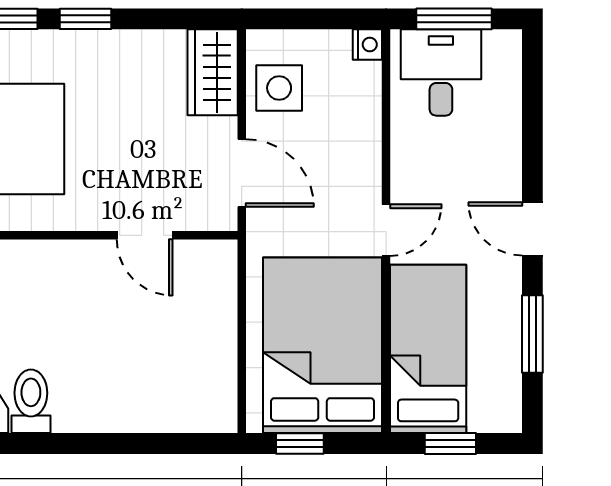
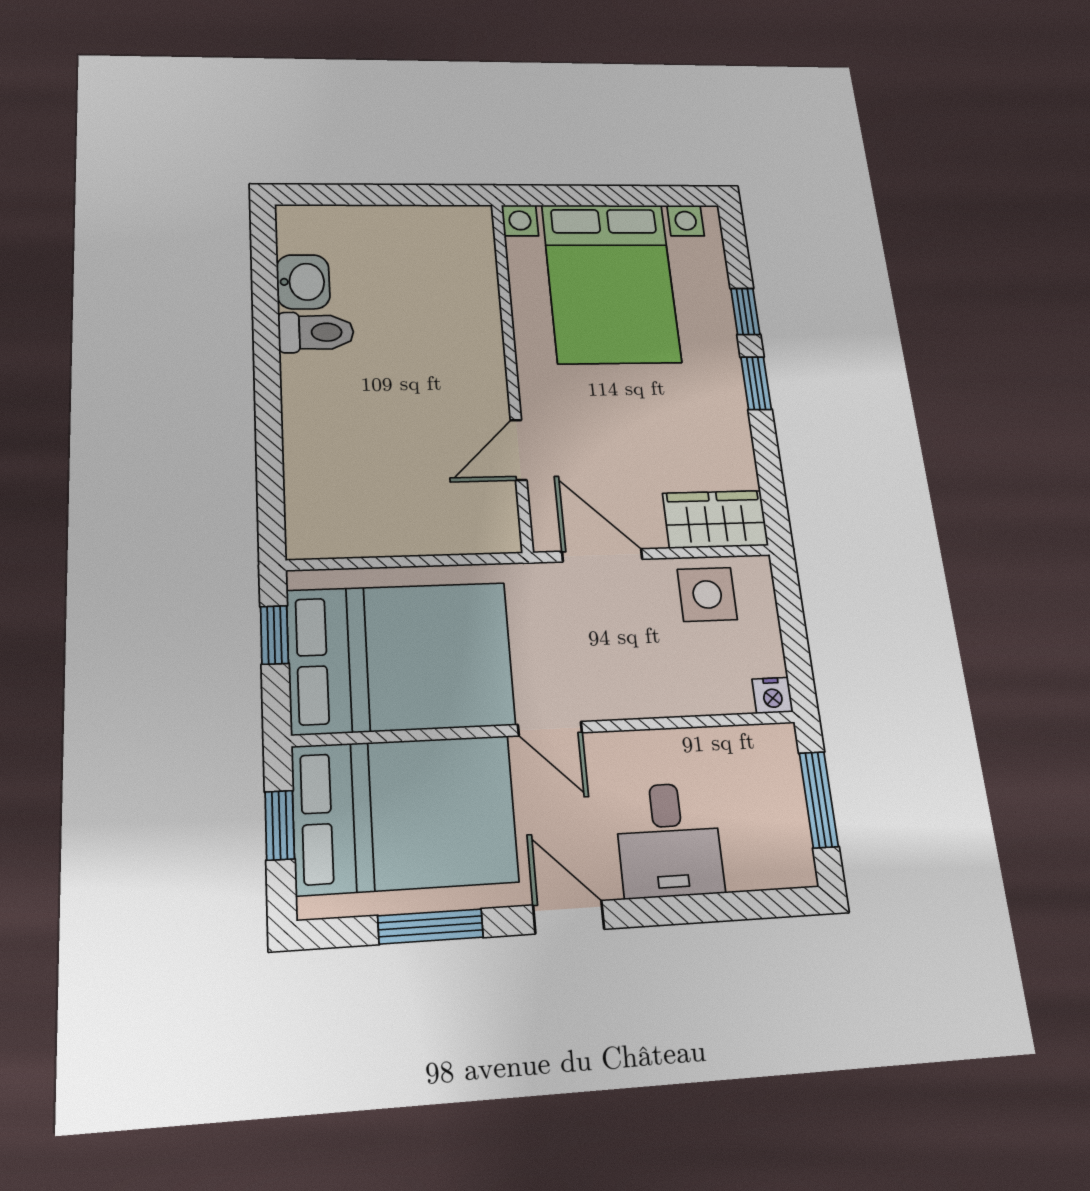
desk: (441, 73) -> (669, 840), moved, turned 90
door: (242, 173) -> (602, 555), swing flipped
door: (532, 229) -> (569, 917), hinge flipped
bed: (428, 349) -> (404, 814), width x1.50

